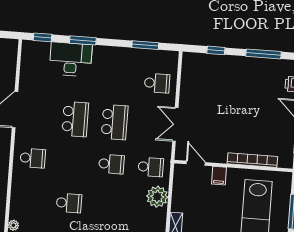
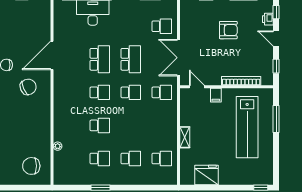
armchair: (241, 94) -> (228, 30), added
double door: (175, 124) -> (179, 58), width x1.37
school desk: (33, 158) -> (100, 92), moved
plant: (157, 197) -> (169, 115), removed

